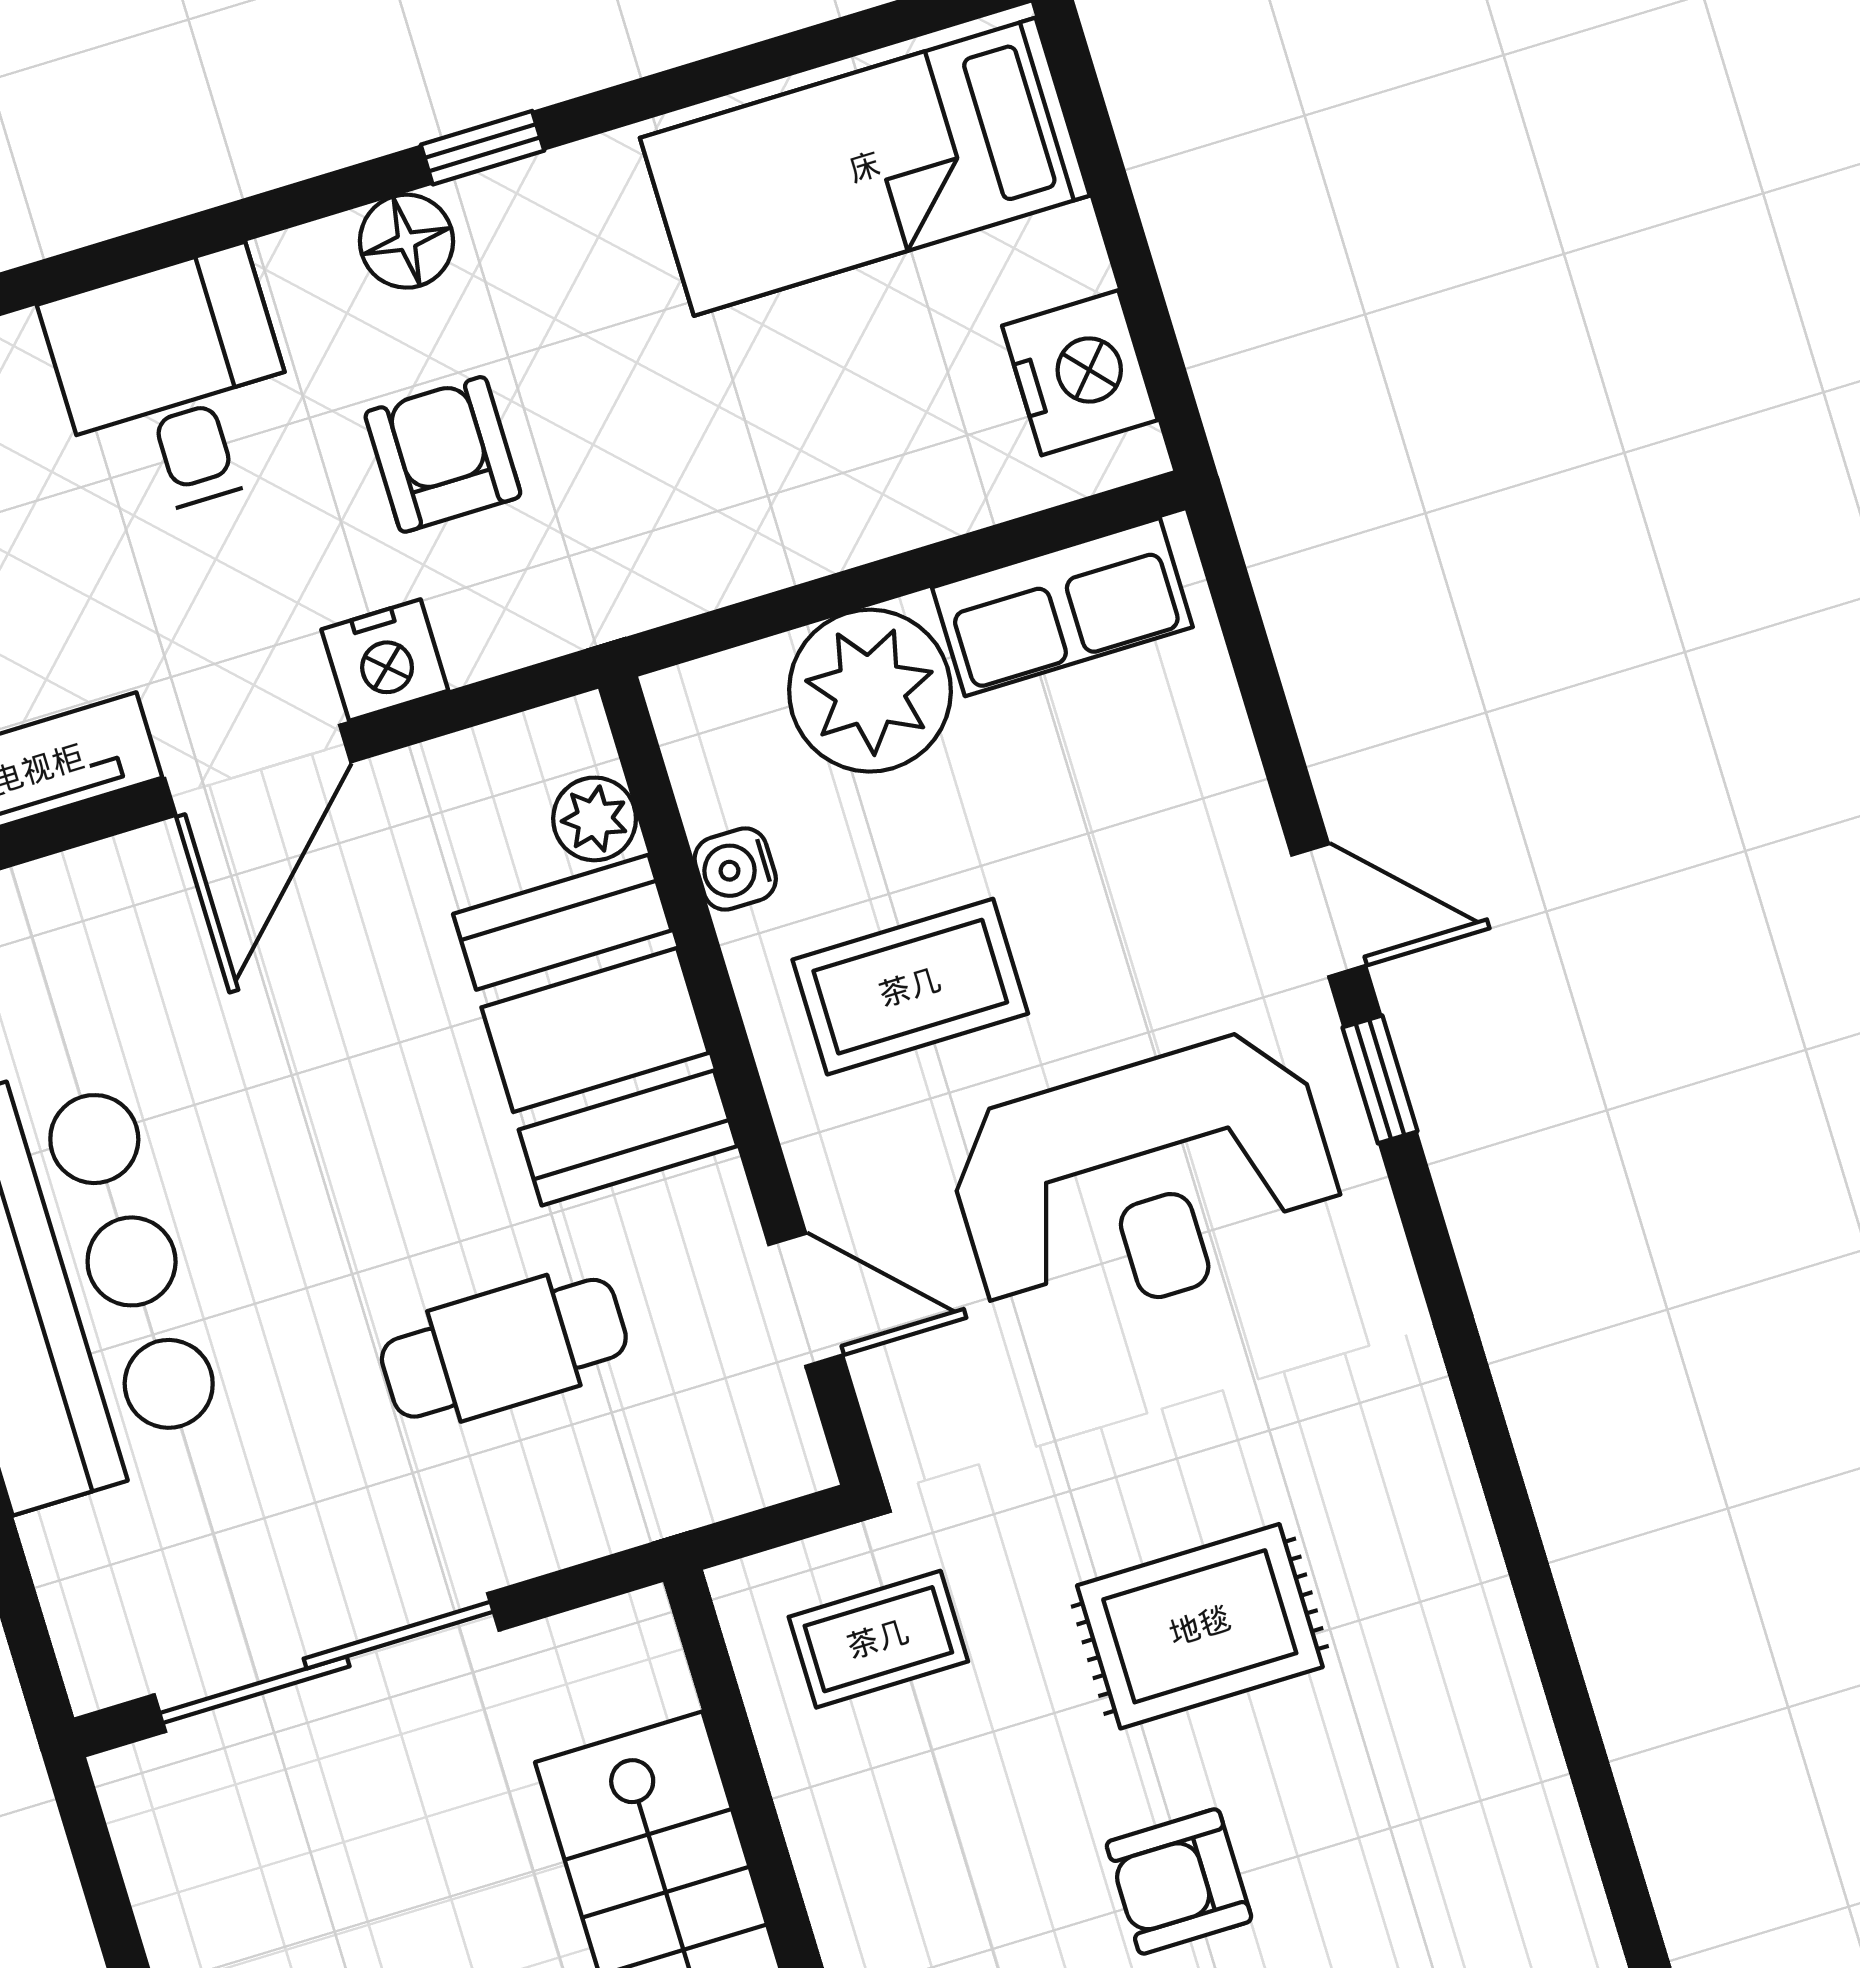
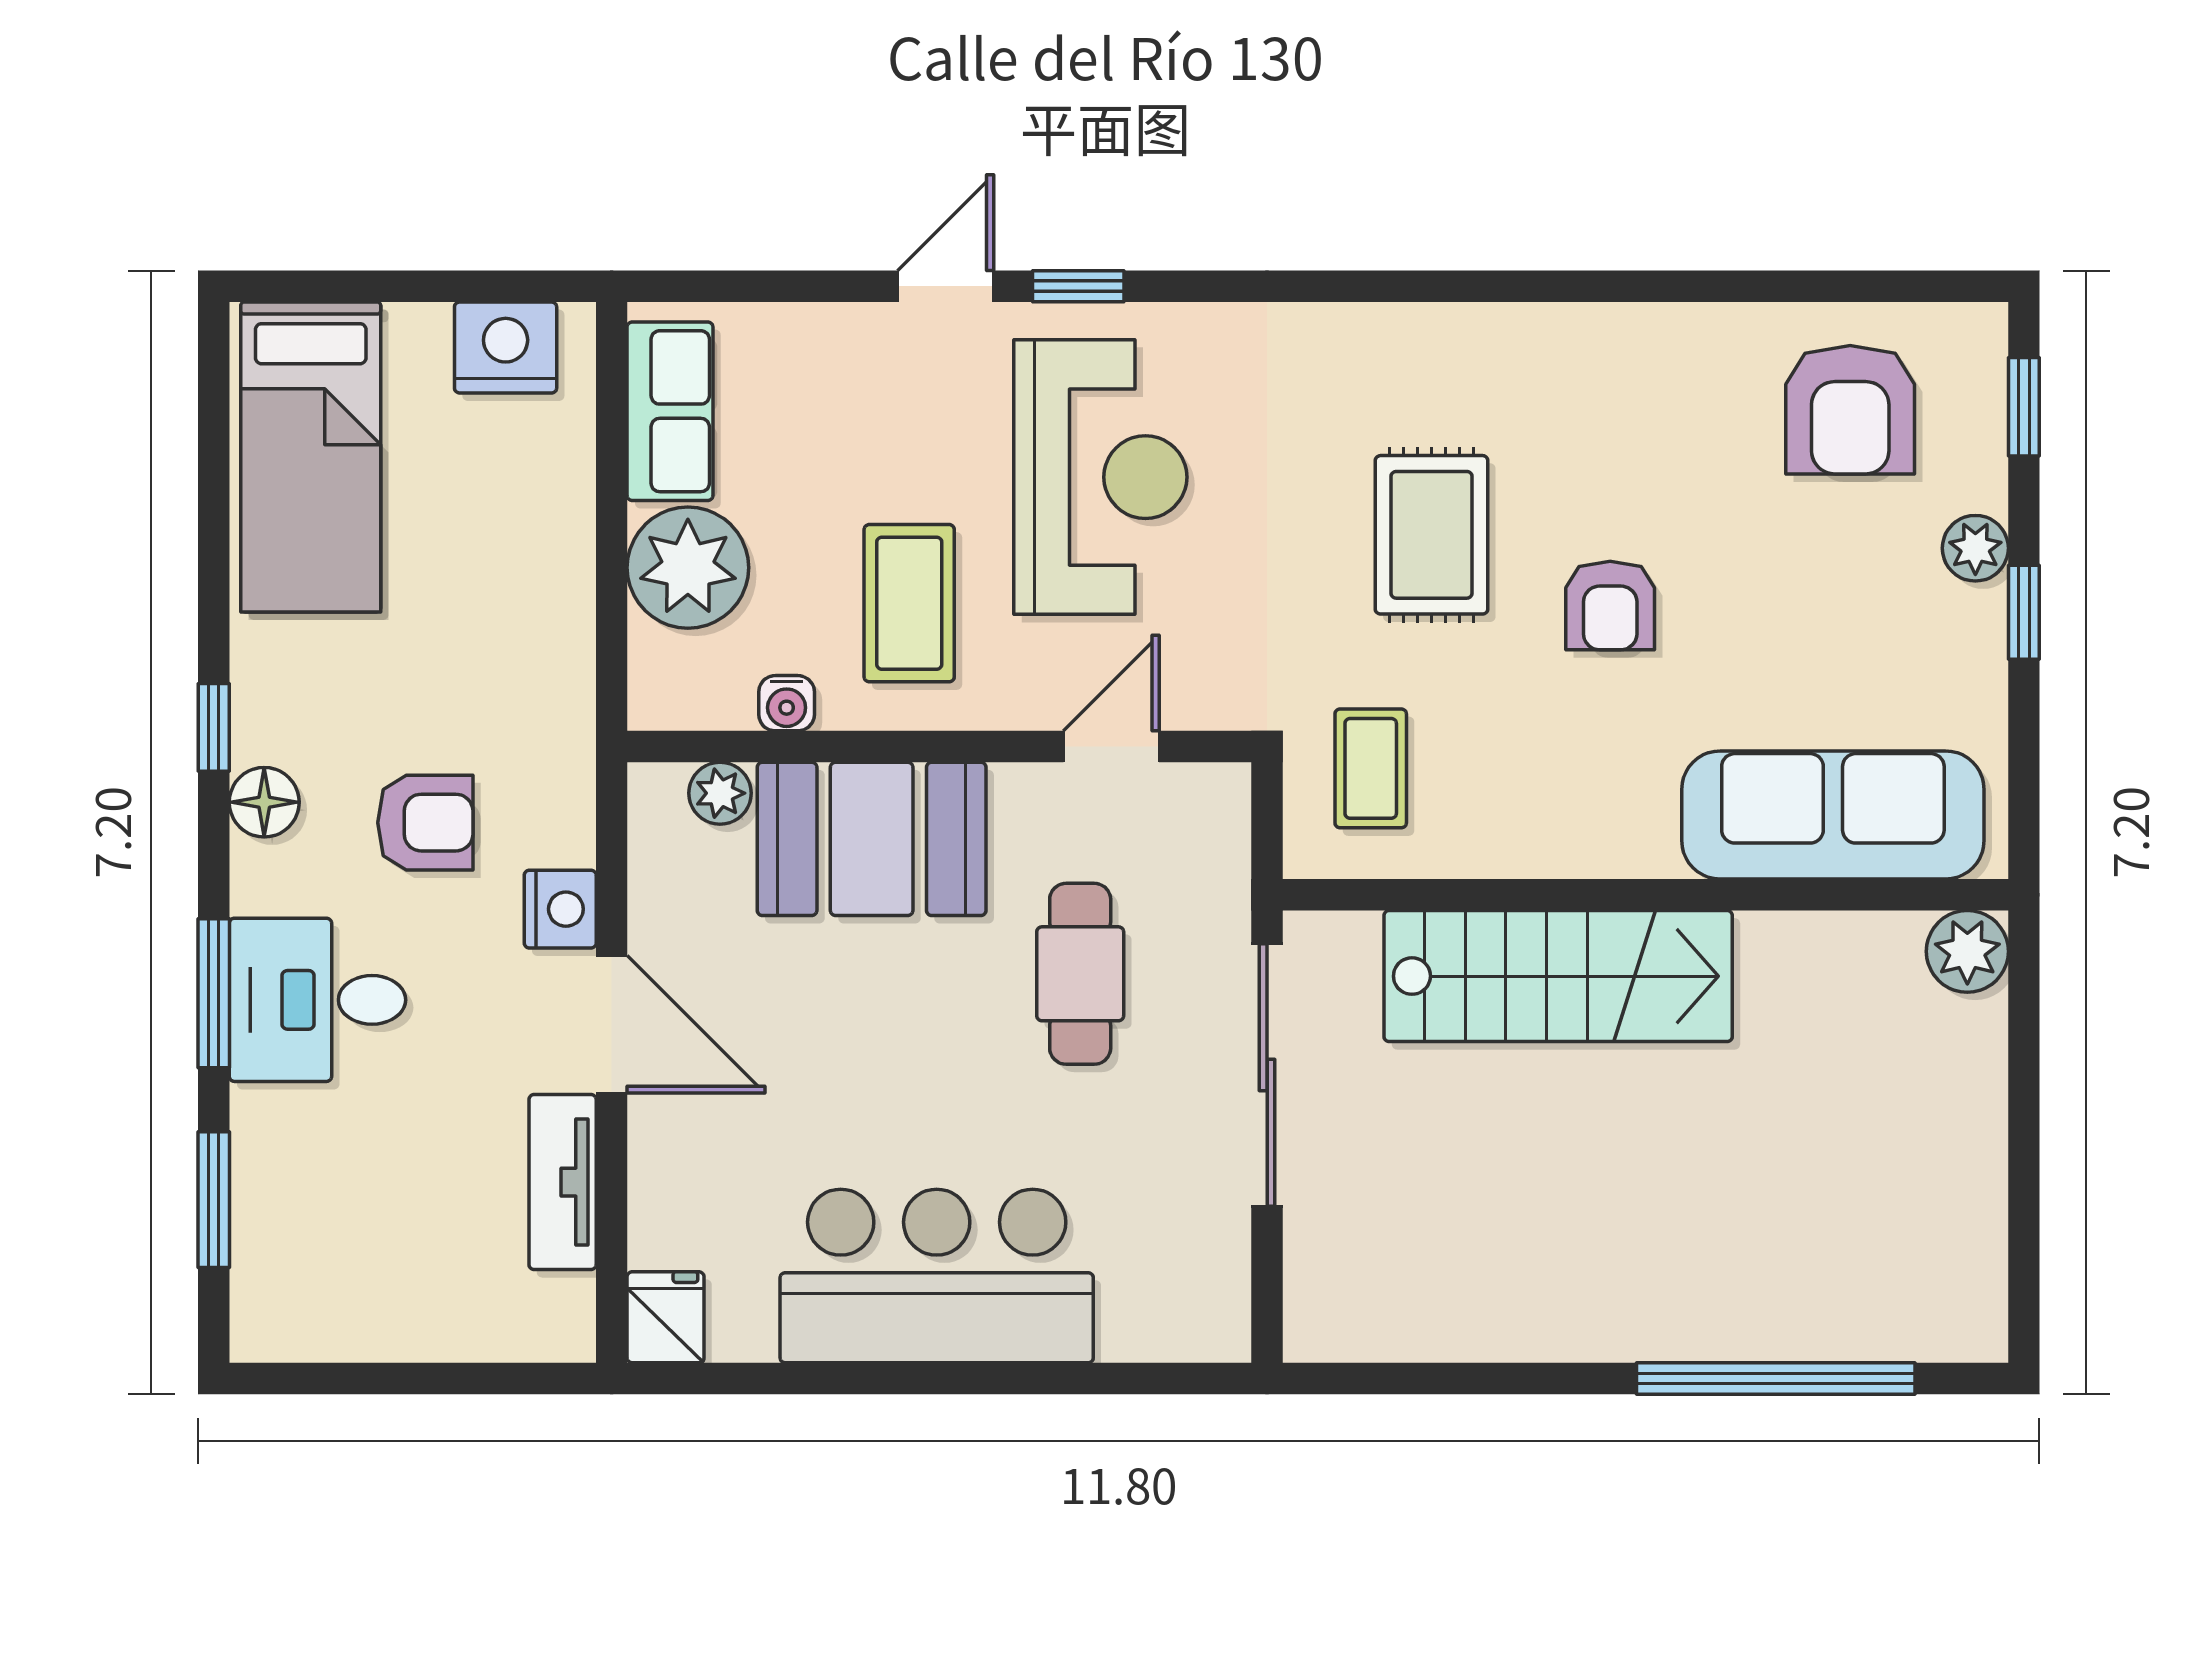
window: (143, 251) -> (214, 993), added
armchair: (443, 454) -> (425, 823), turned 180
sliding door: (327, 1662) -> (1267, 1075), moved

